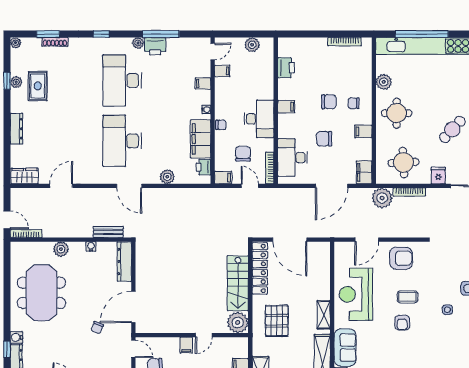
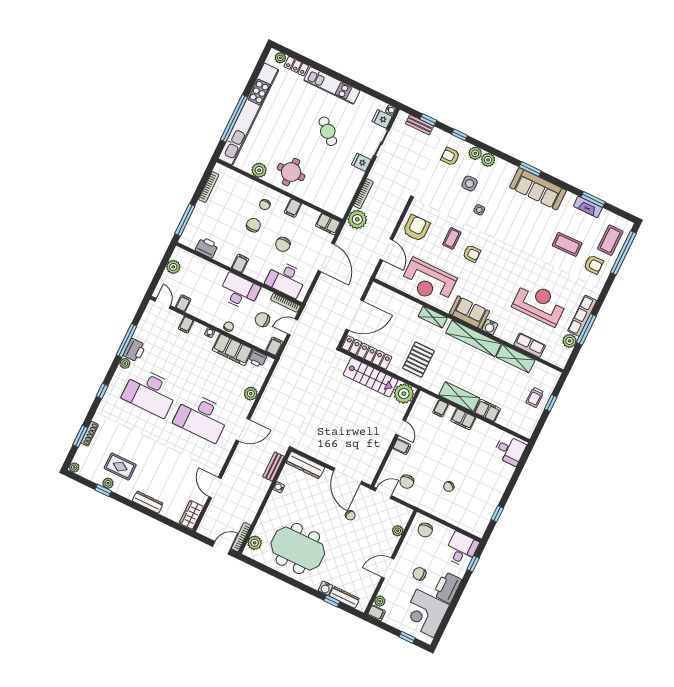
window: (302, 34) -> (185, 220), added
round table: (403, 162) -> (336, 187), removed
plant: (61, 249) -> (255, 543), moved
pallet: (277, 321) -> (418, 360), turned 90

